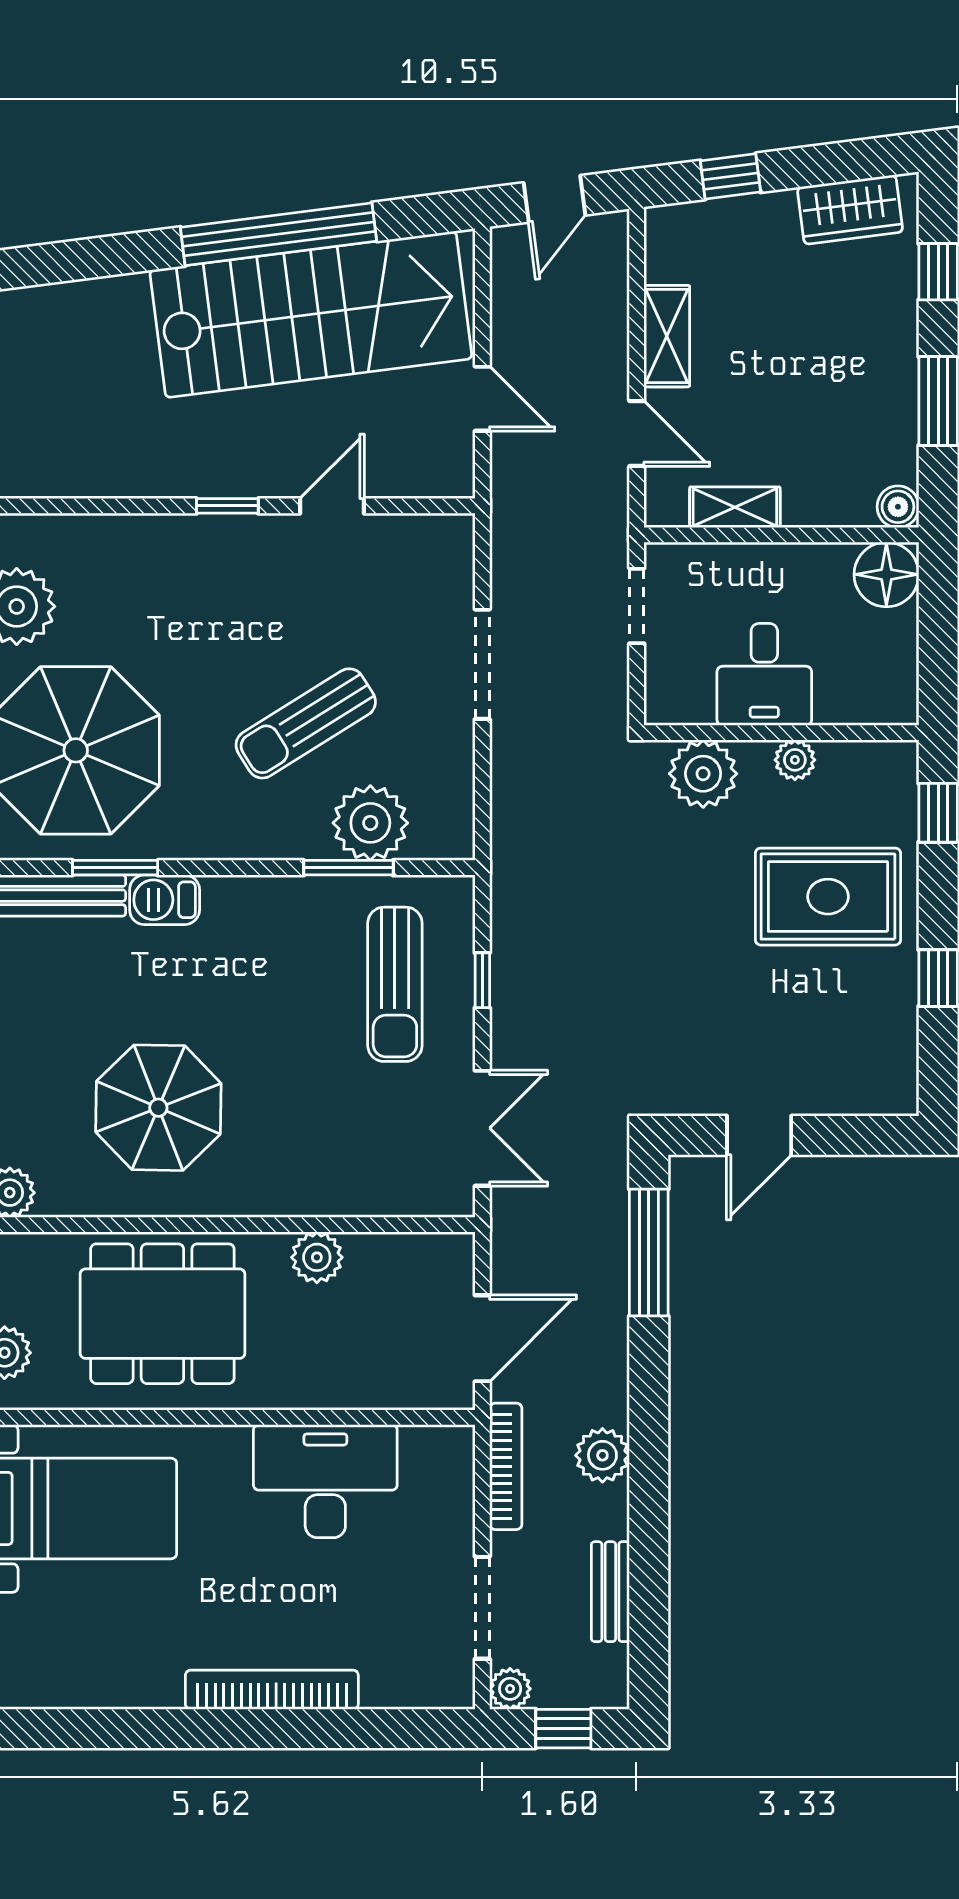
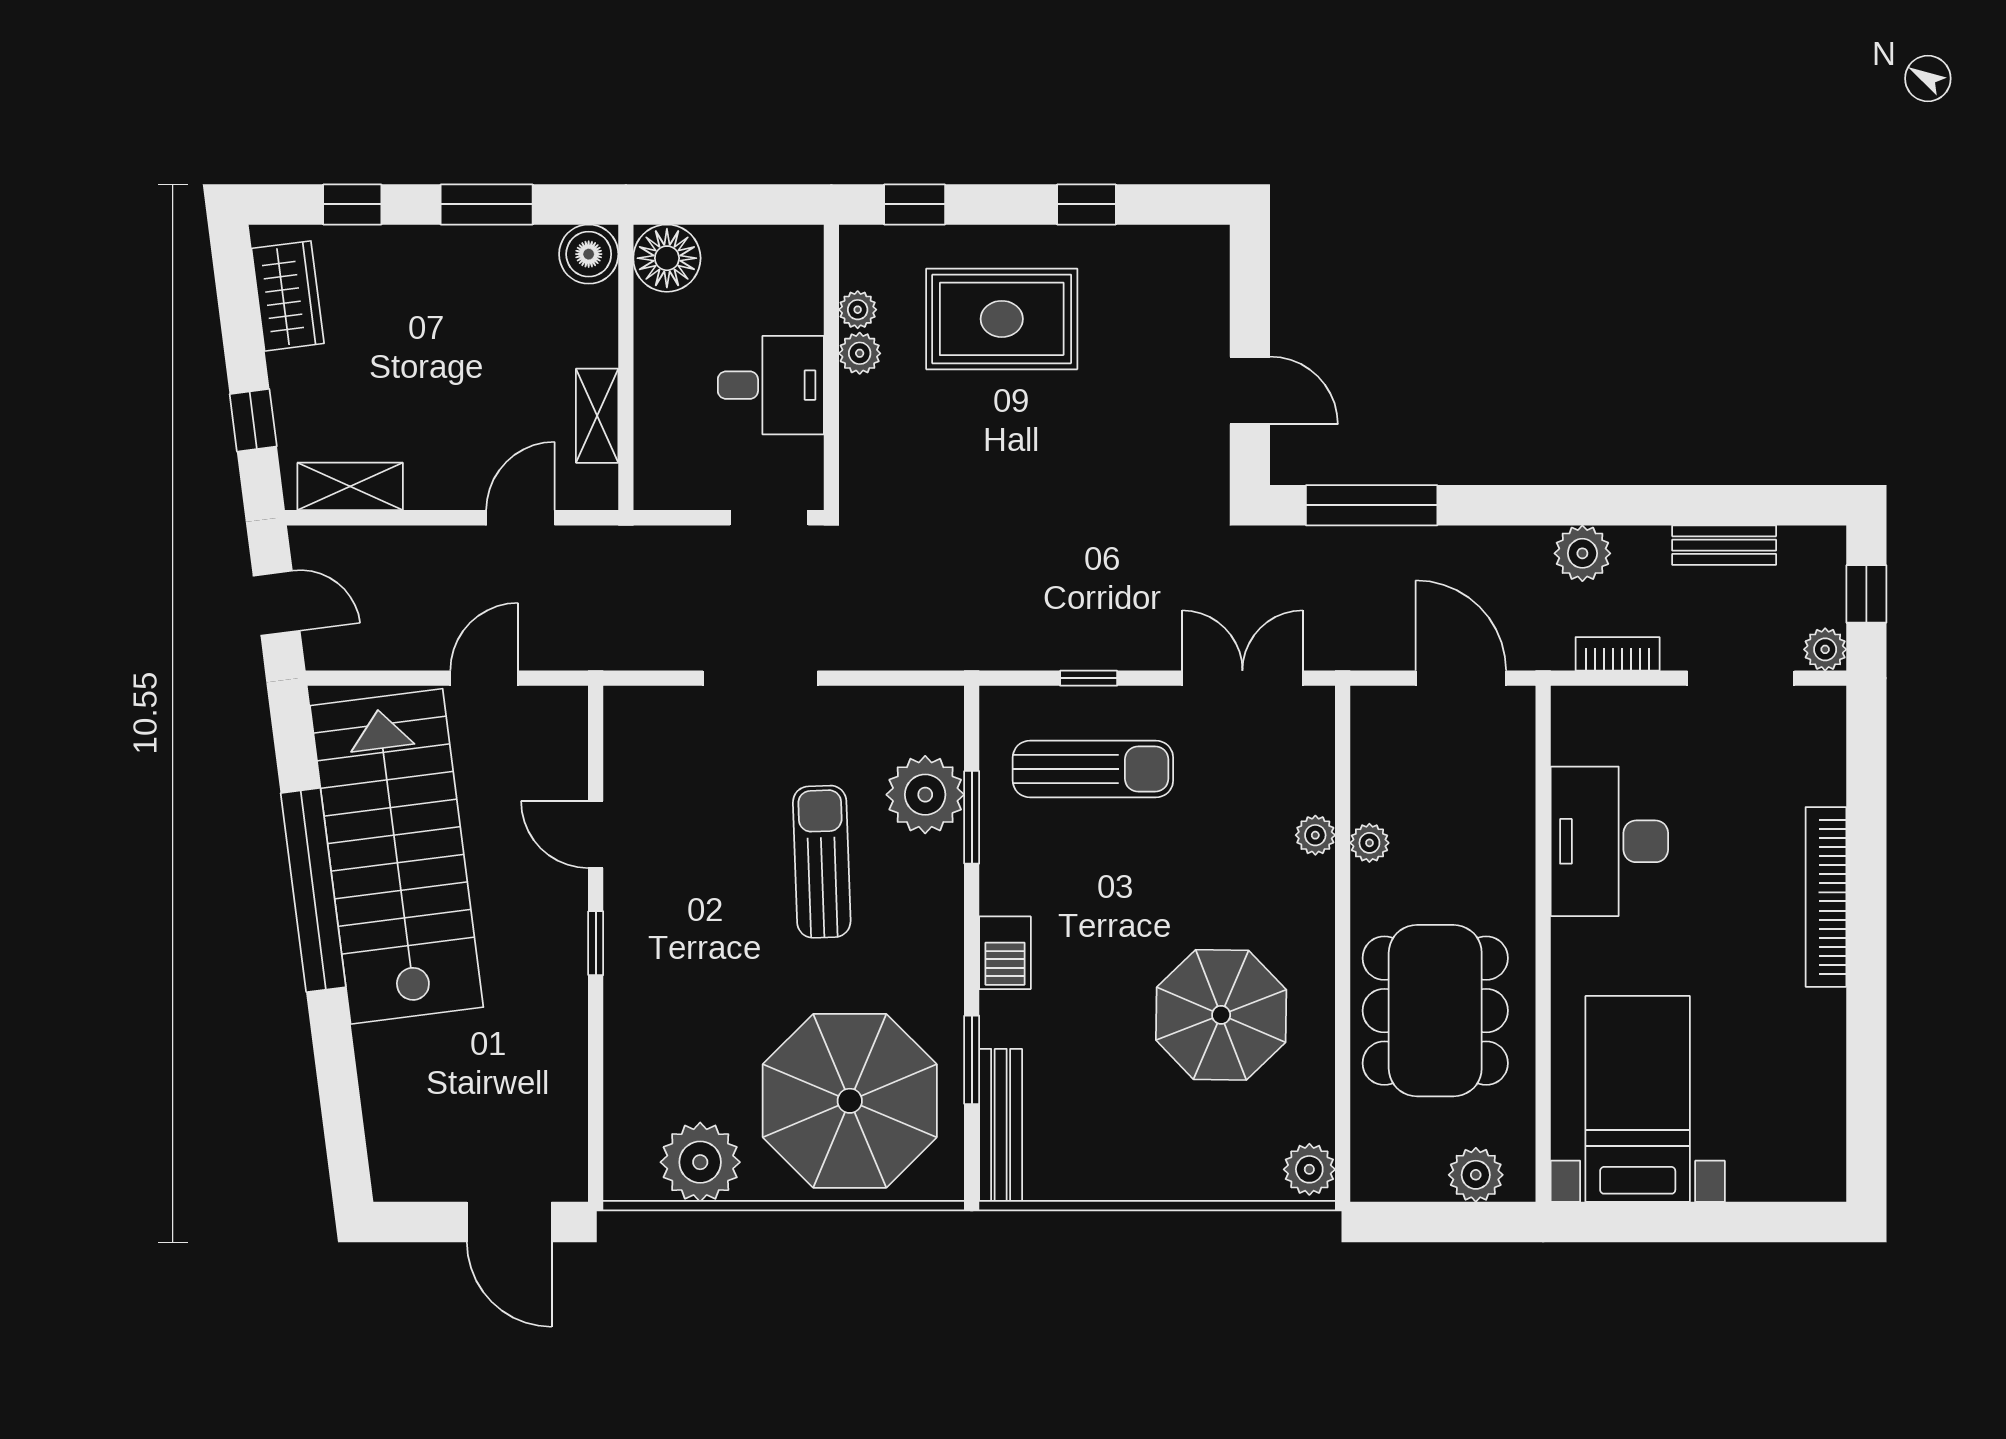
shelving: (667, 336) -> (350, 486), moved
boiler: (898, 507) -> (589, 254), width x1.36, depth x1.36
doorway: (637, 606) -> (769, 518), moved
sun lounger: (306, 723) -> (822, 862), turned -150
plant: (703, 774) -> (858, 310), moved, width x0.53, depth x0.53
rug: (828, 897) -> (1002, 319), turned 90
barbecue: (165, 900) -> (1005, 953), moved
plant: (331, 1198) -> (1315, 835), added
plant: (317, 1257) -> (1369, 843), width x0.73, depth x0.73
bookcase: (506, 1466) -> (1618, 654), width x0.64

